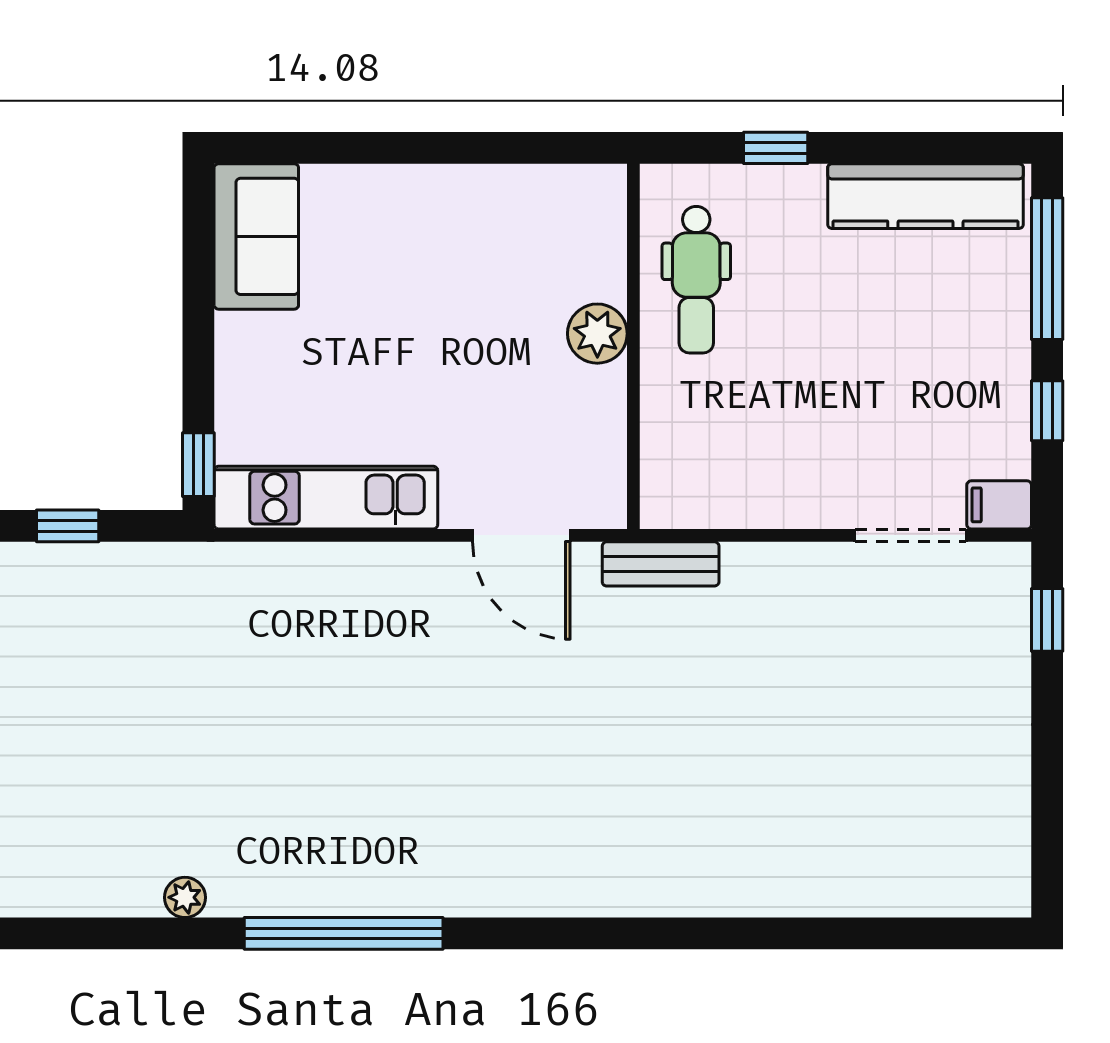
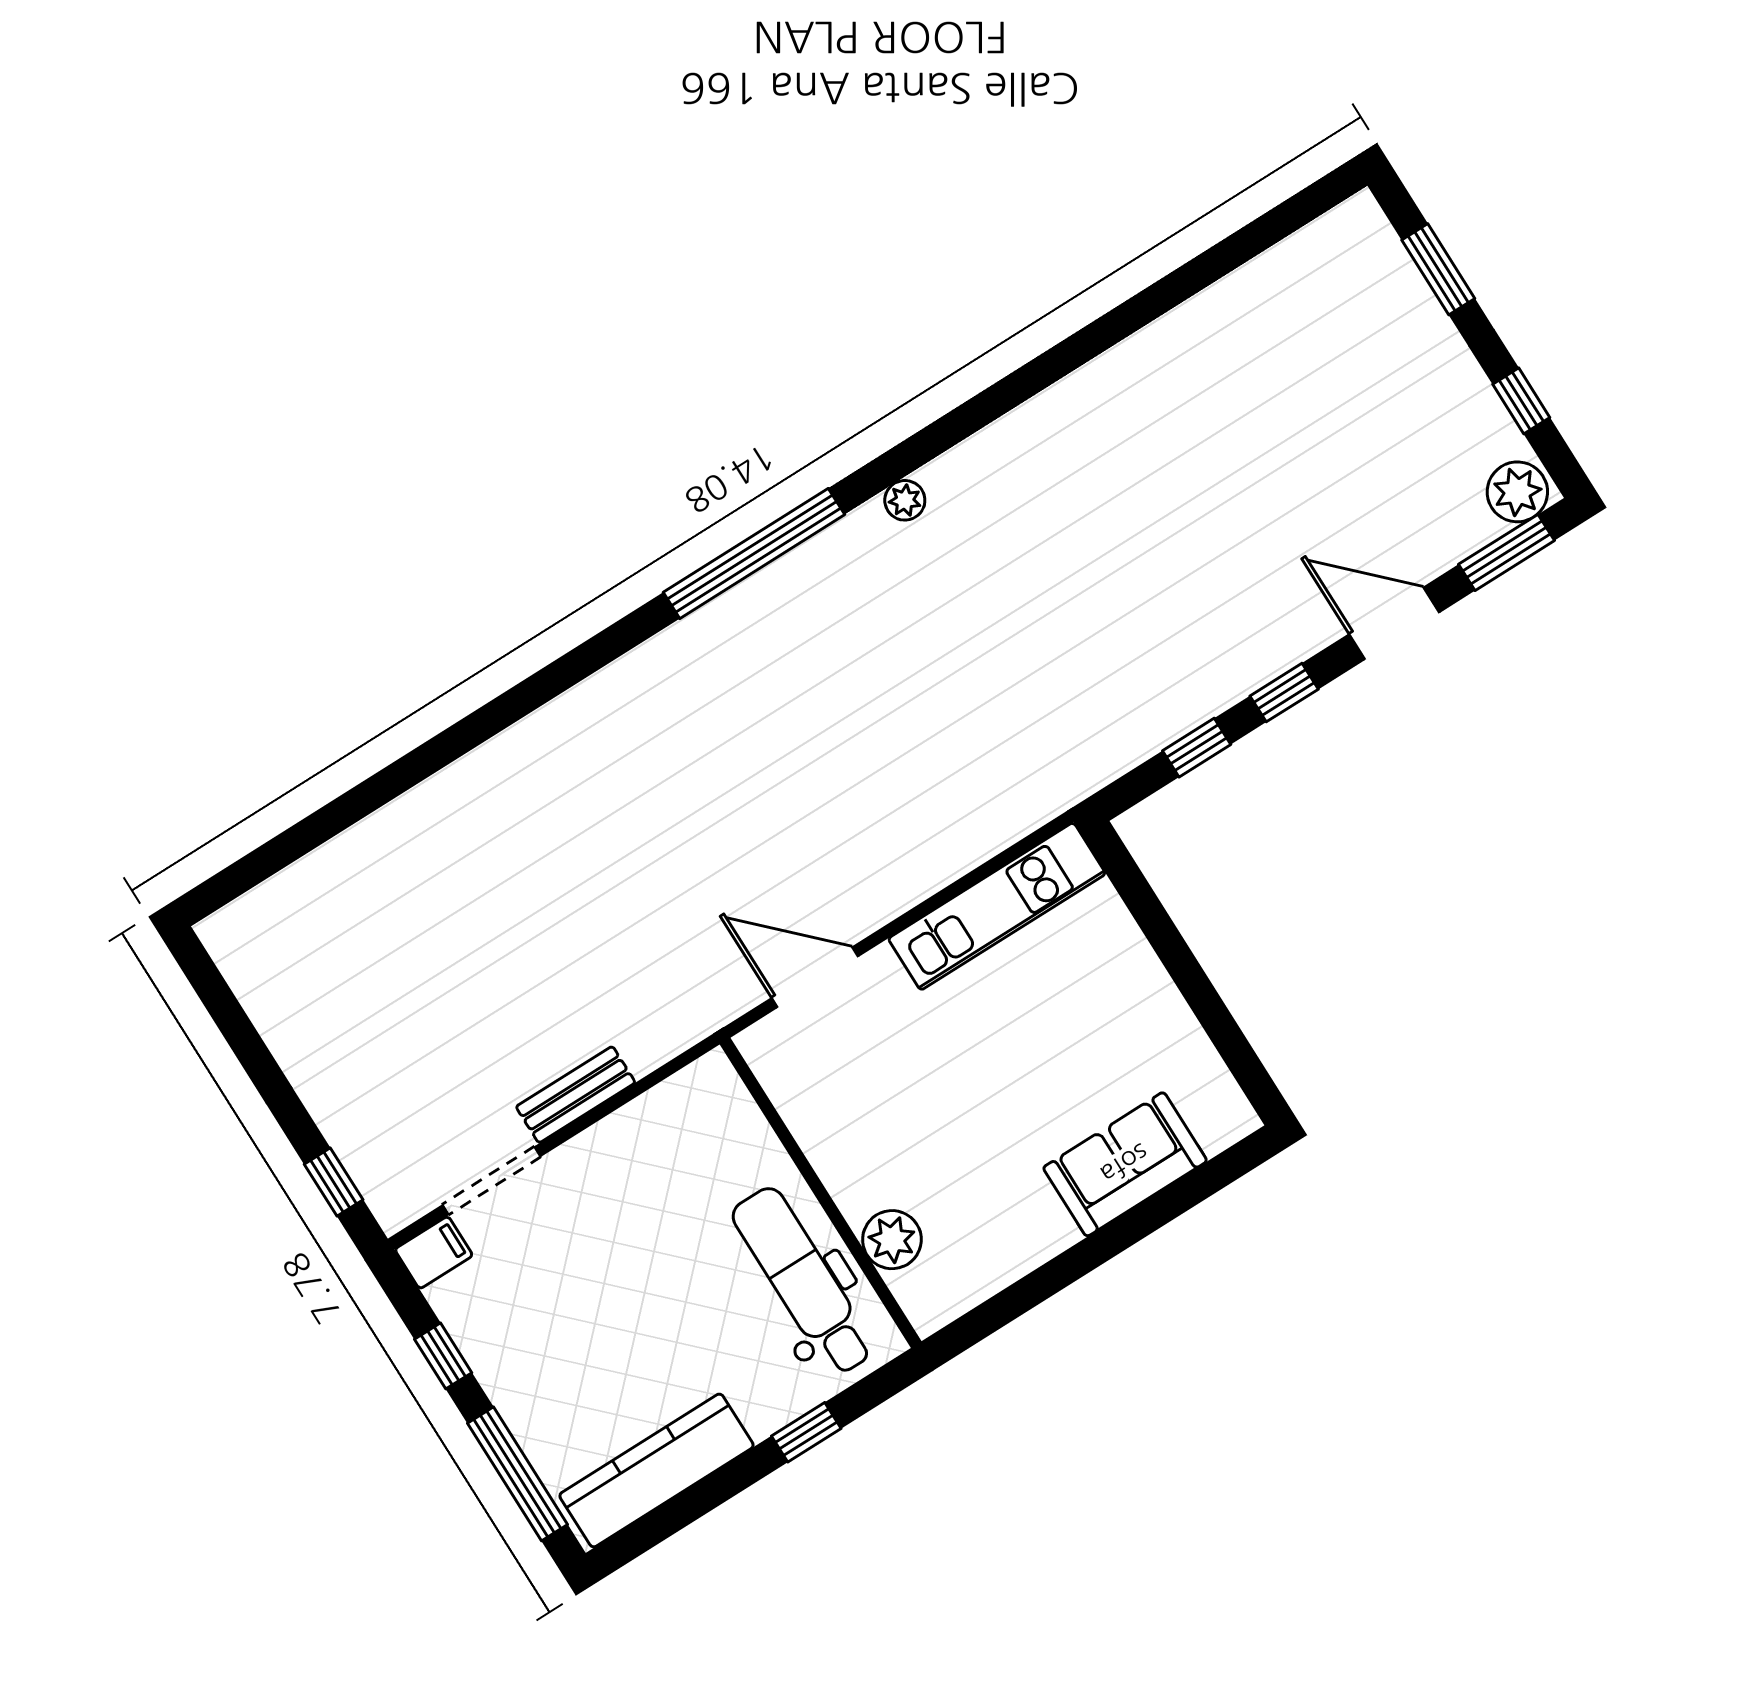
sofa: (256, 236) -> (1125, 1164), moved, turned 90
dental chair: (696, 280) -> (803, 1281), width x1.36, depth x1.38
plant: (597, 334) -> (892, 1240), moved
window: (198, 465) -> (1120, 867), removed
bench: (661, 564) -> (576, 1095), moved

